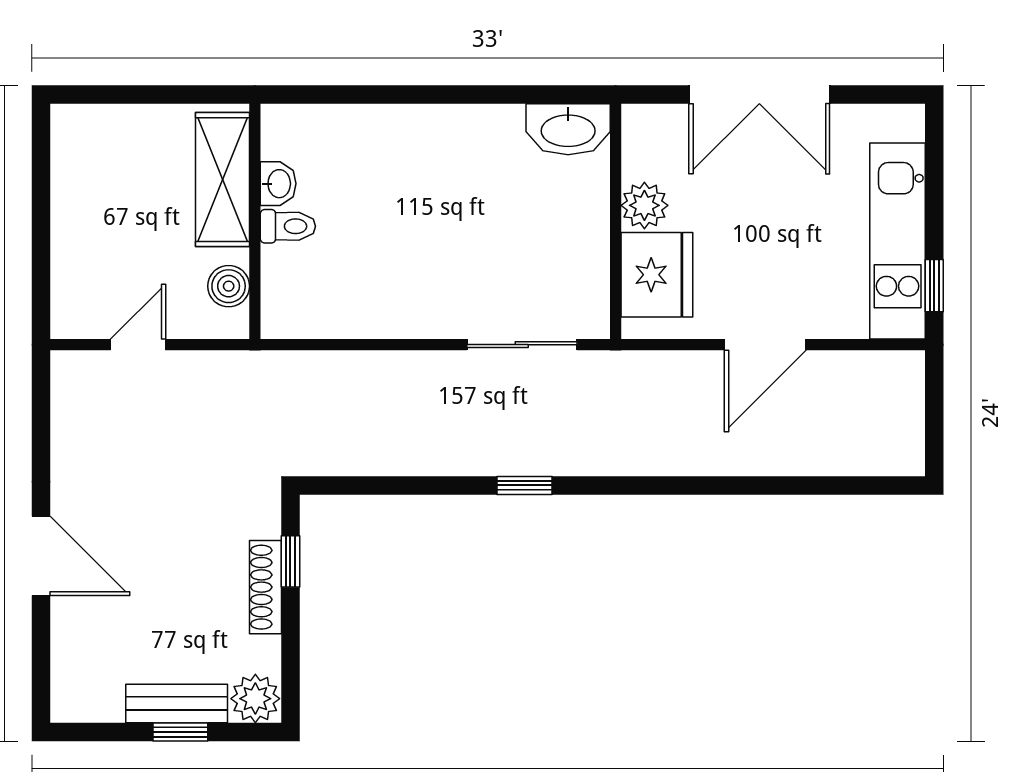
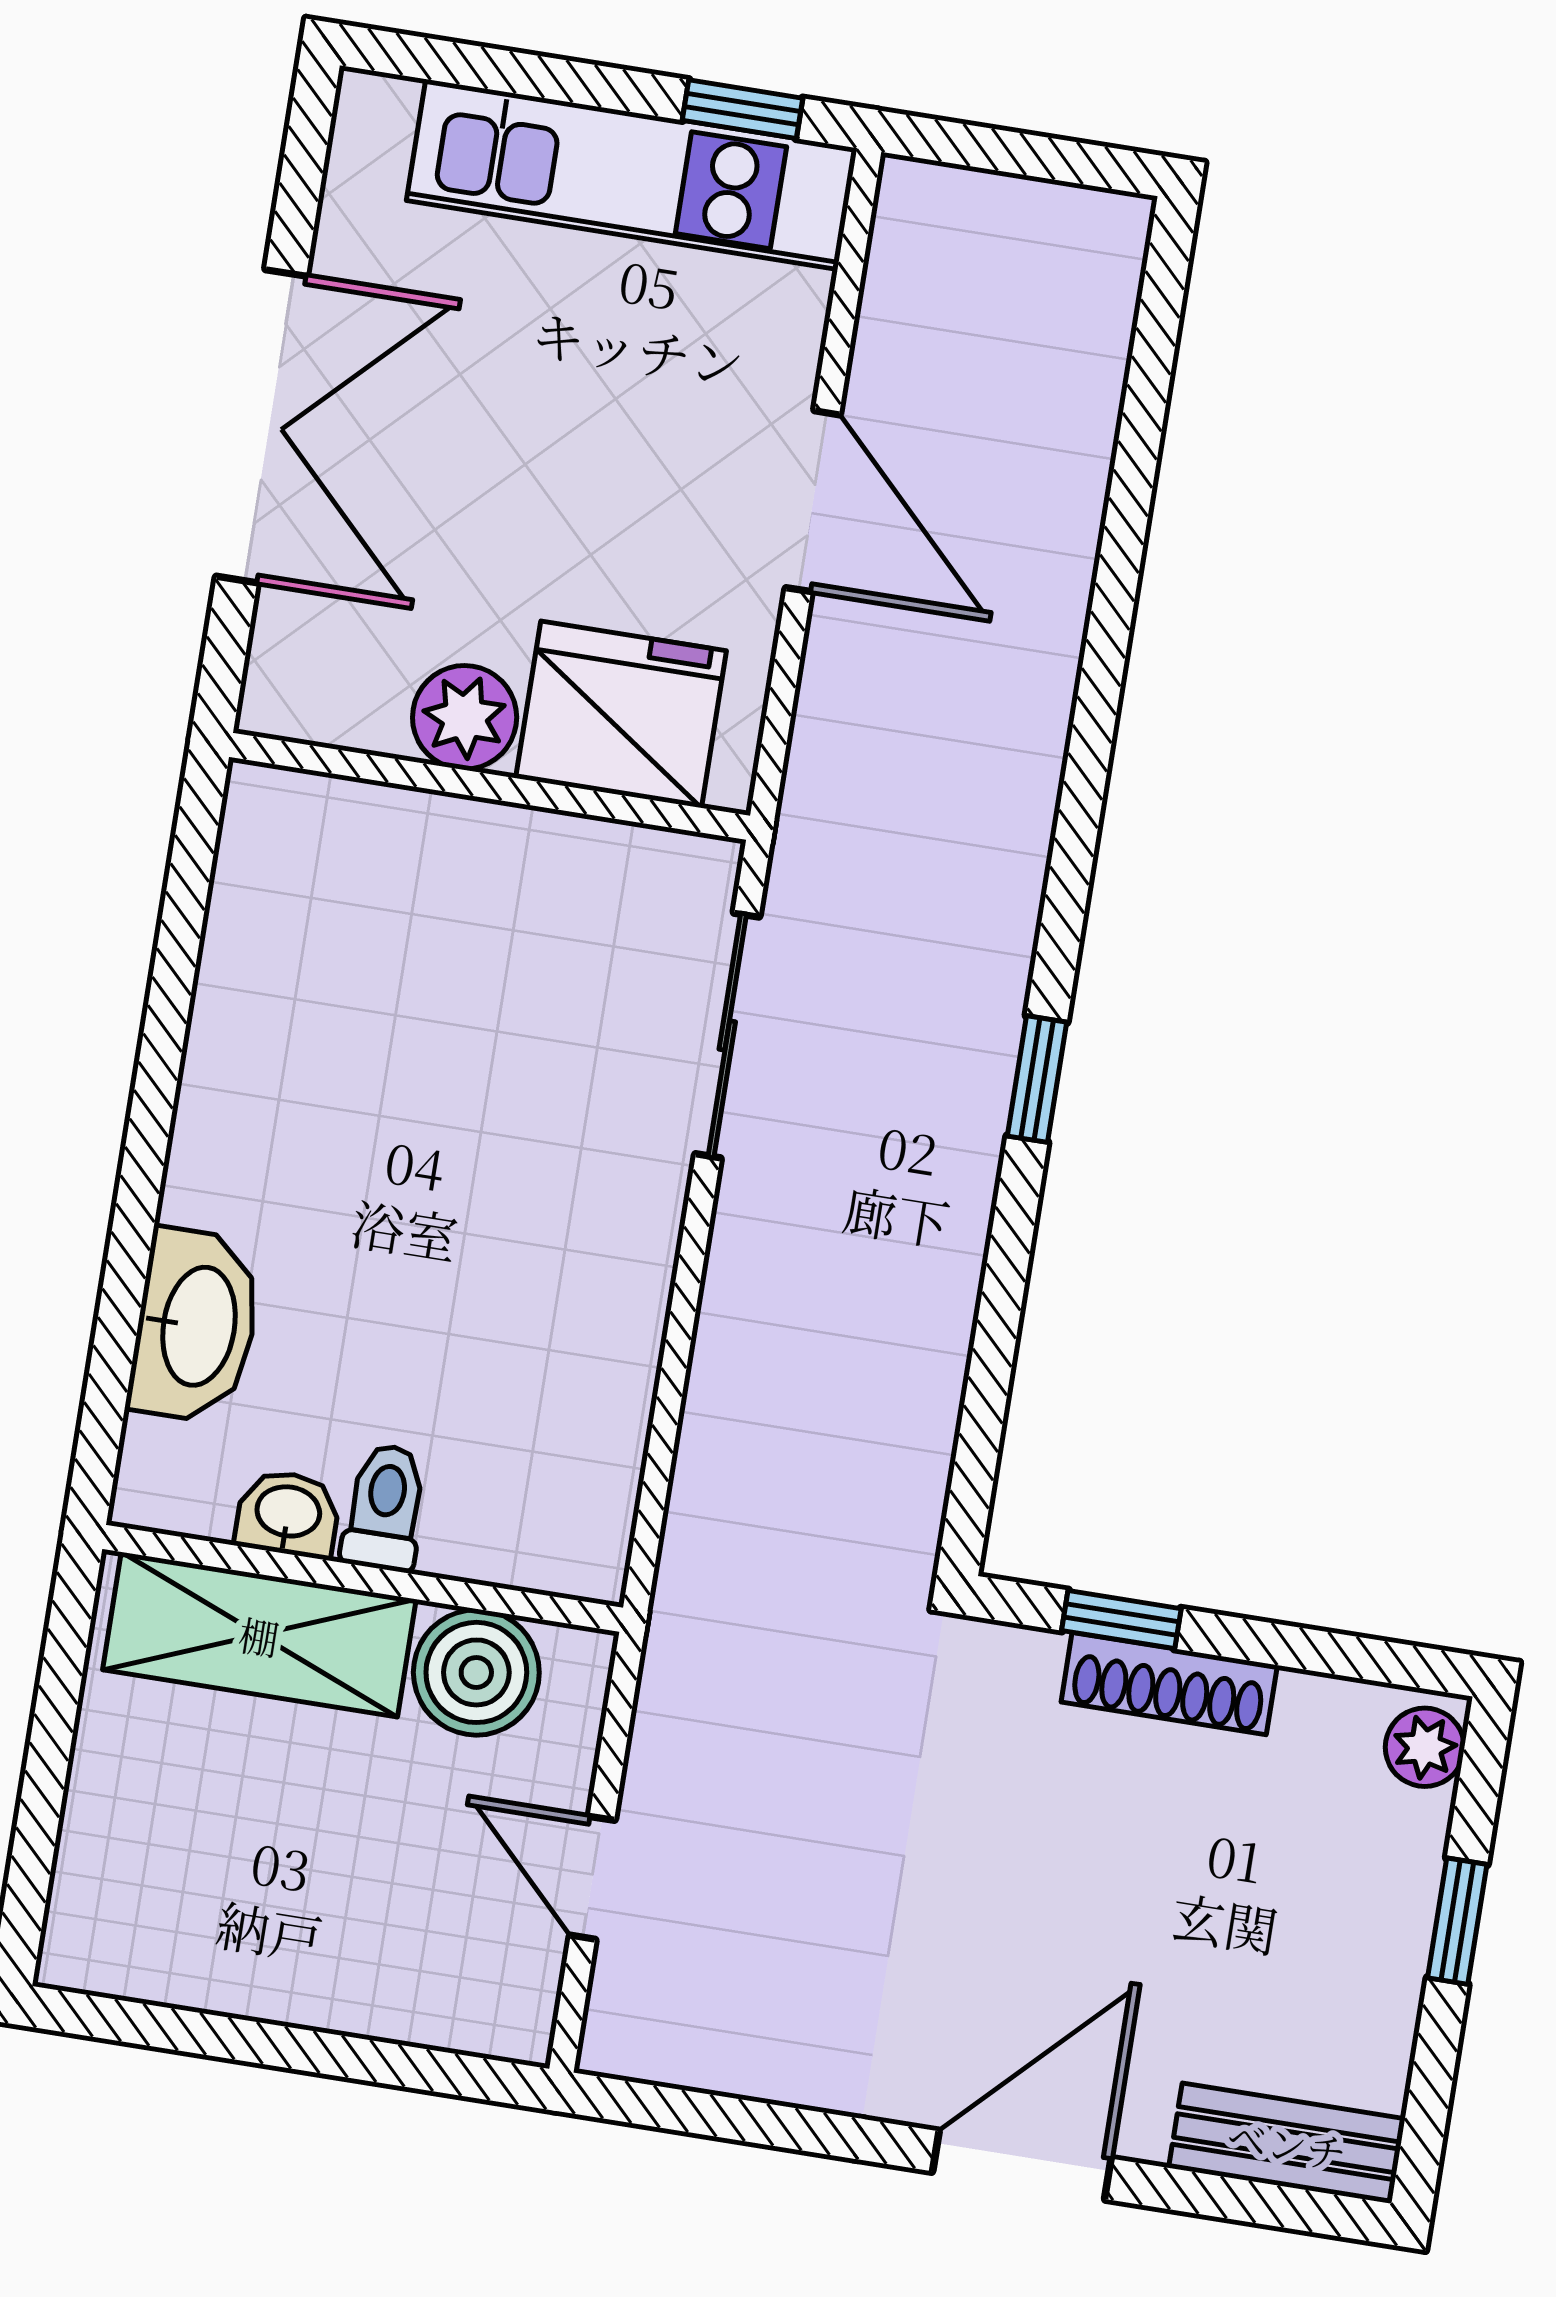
washbasin: (568, 129) -> (196, 1326), moved
boiler: (229, 286) -> (476, 1672), width x1.36, depth x1.36
plant: (255, 699) -> (1425, 1747), width x0.73, depth x0.73
bench: (177, 703) -> (1287, 2143), moved, turned 90

